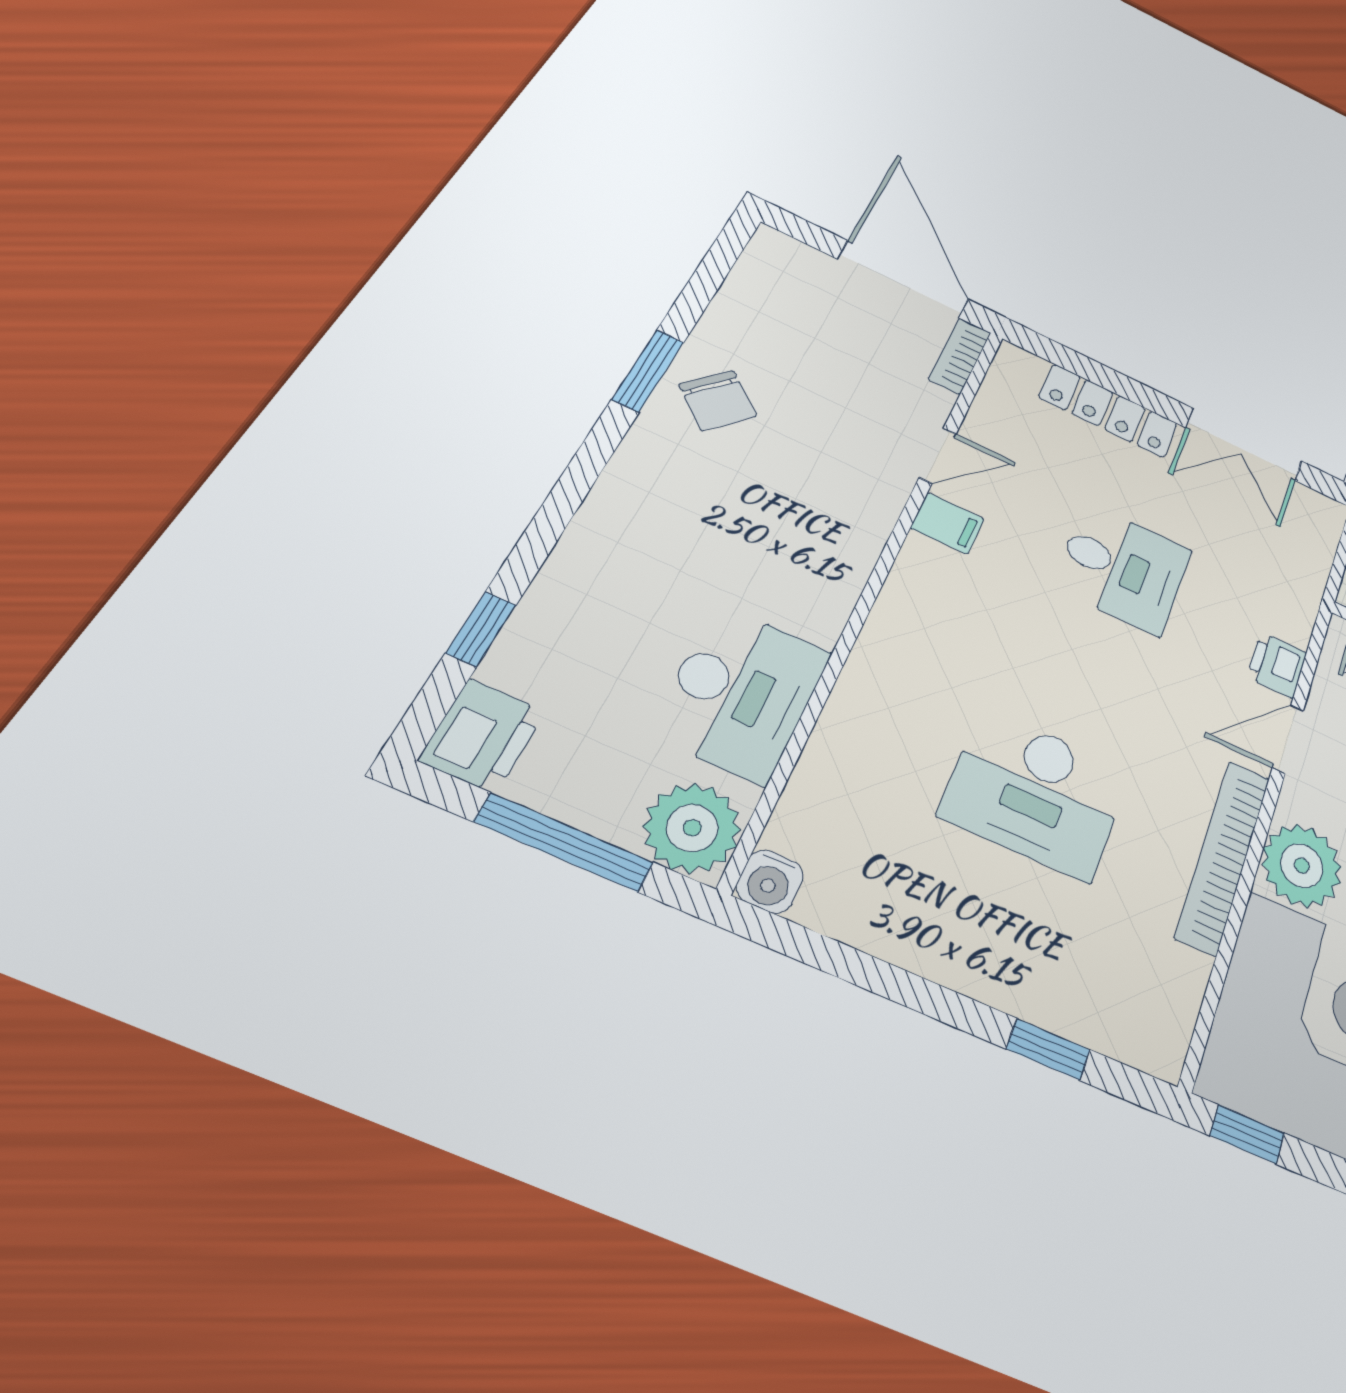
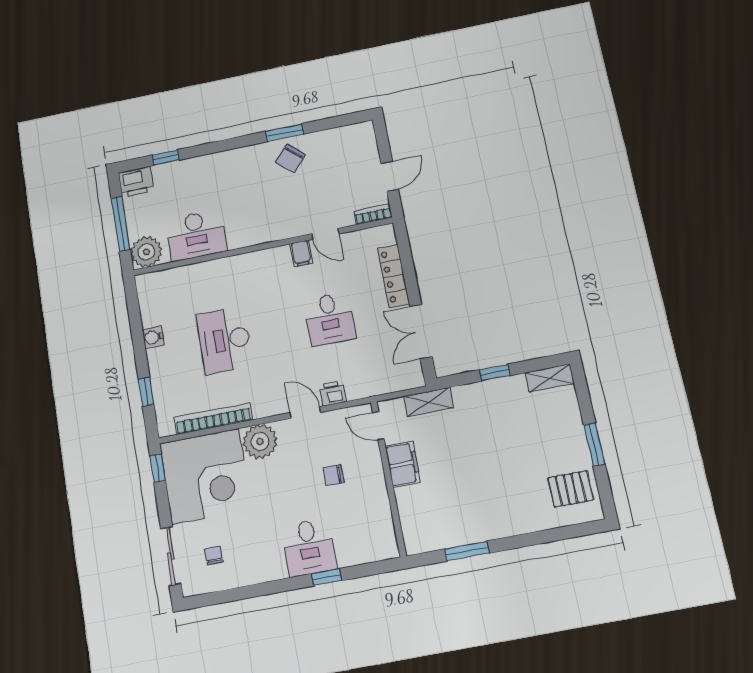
door: (903, 279) -> (390, 176), width x0.53
bookcase: (1223, 856) -> (213, 419), moved
water cooler: (770, 882) -> (153, 337), moved

